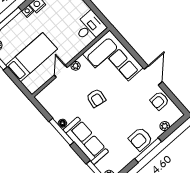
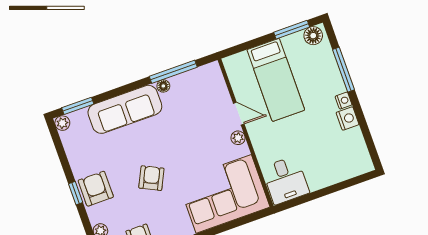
armchair: (96, 98) -> (151, 178), moved, turned 107
window: (61, 132) -> (173, 72), moved
window: (148, 150) -> (76, 193), width x0.46

